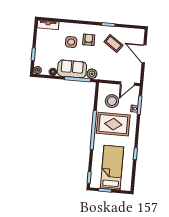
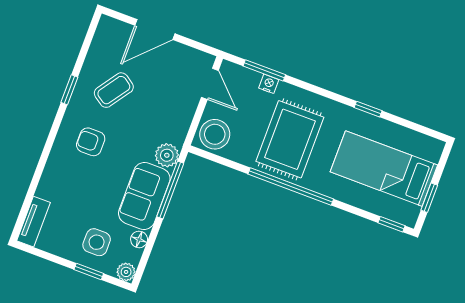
side table: (71, 42) -> (97, 242), moved
stool: (112, 101) -> (215, 134), moved

